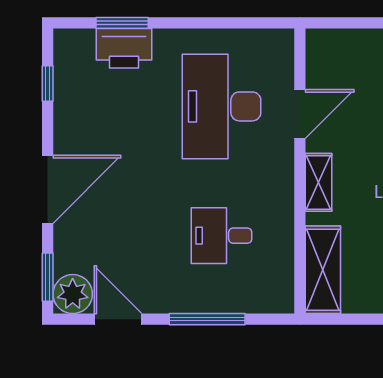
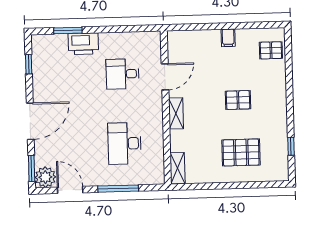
printer: (124, 48) -> (83, 44), moved
desk: (222, 106) -> (123, 74), width x0.53, depth x0.77
desk: (222, 236) -> (125, 143), width x1.37
shelving: (323, 270) -> (178, 168), width x0.67, depth x0.75

